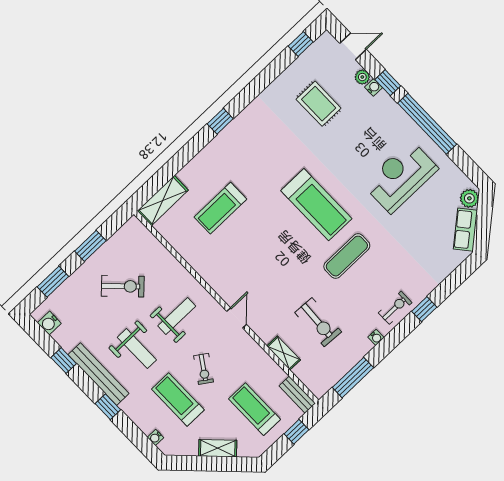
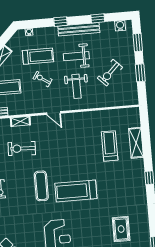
rug: (319, 104) -> (121, 229), turned 90
shelving: (163, 201) -> (136, 143), moved

